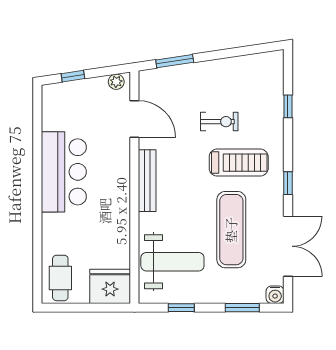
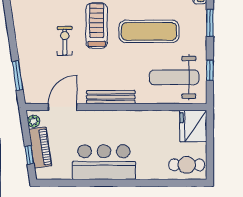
piano: (82, 90) -> (40, 148), added
weight bench: (172, 262) -> (174, 77), turned -90

